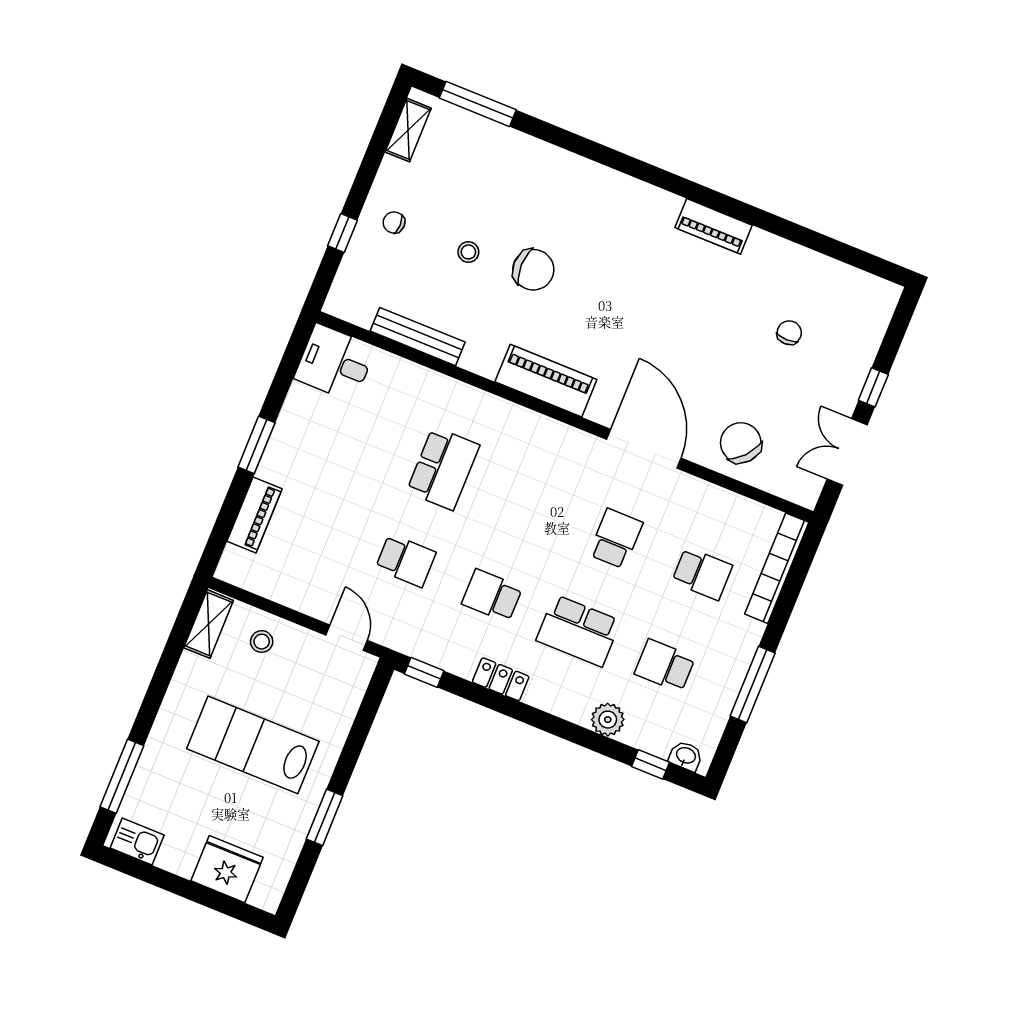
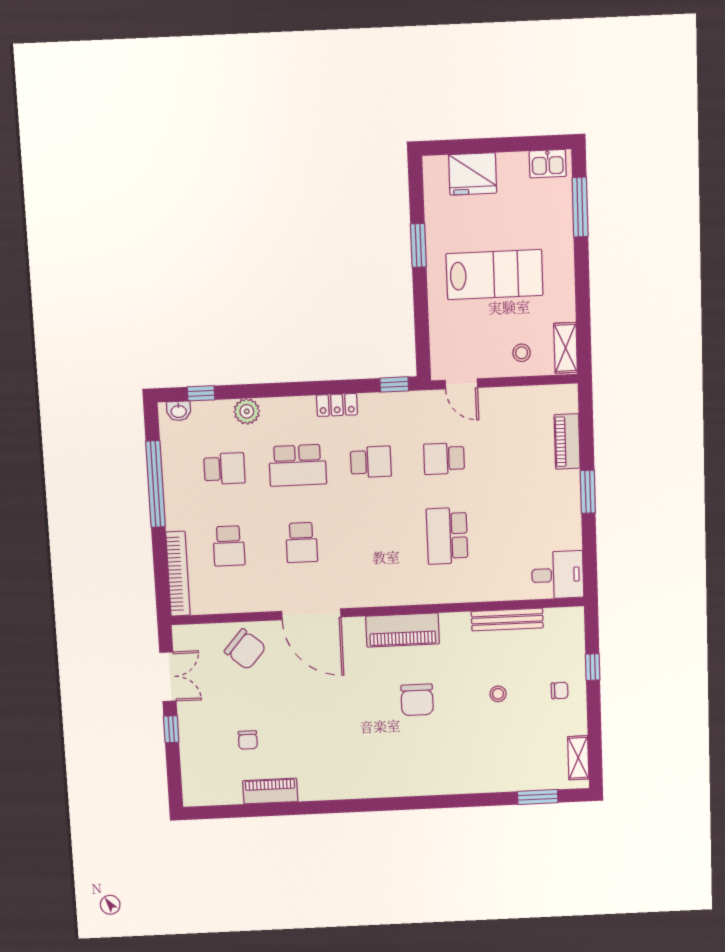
window: (478, 104) -> (538, 797), width x0.69
piano: (714, 226) -> (270, 791), moved
chair: (533, 270) -> (417, 700), moved, turned -90
school desk: (702, 574) -> (229, 546), turned -90
school desk: (578, 631) -> (298, 465), turned 180
window: (753, 685) -> (156, 484), width x1.46

